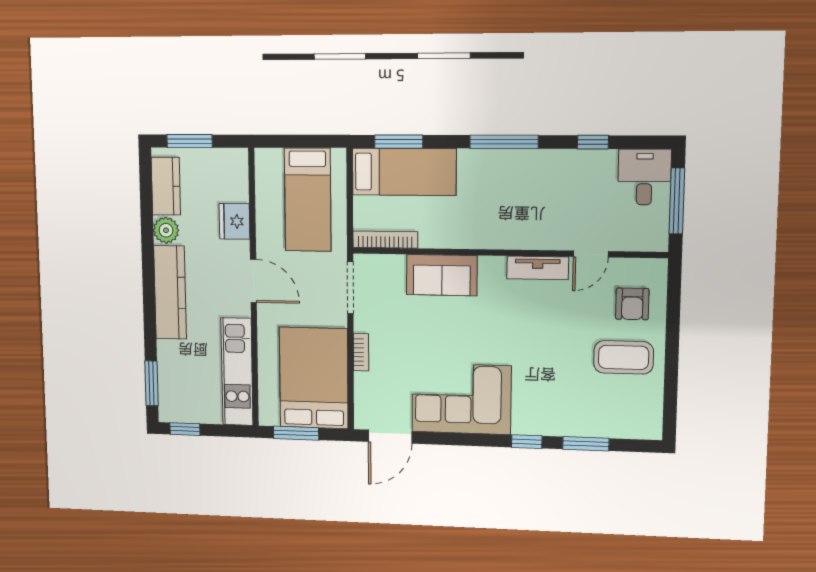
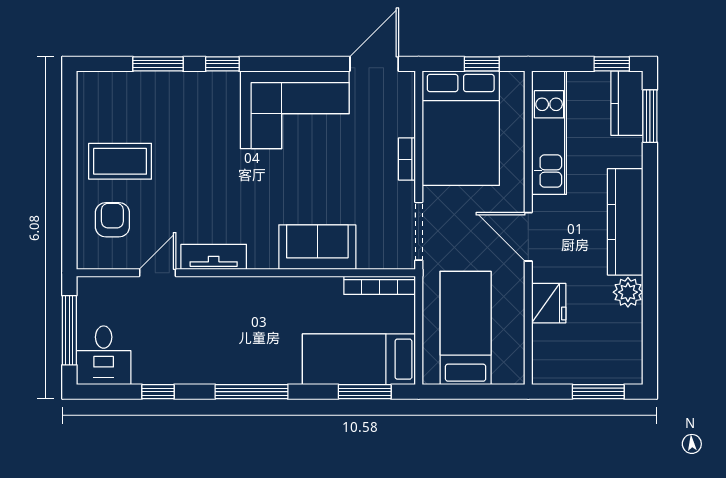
kitchen counter: (166, 186) -> (627, 103), moved
window: (296, 433) -> (482, 64), width x0.67

